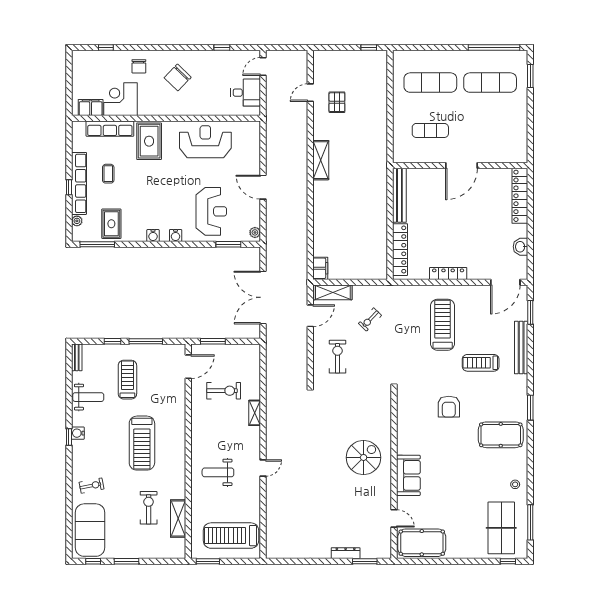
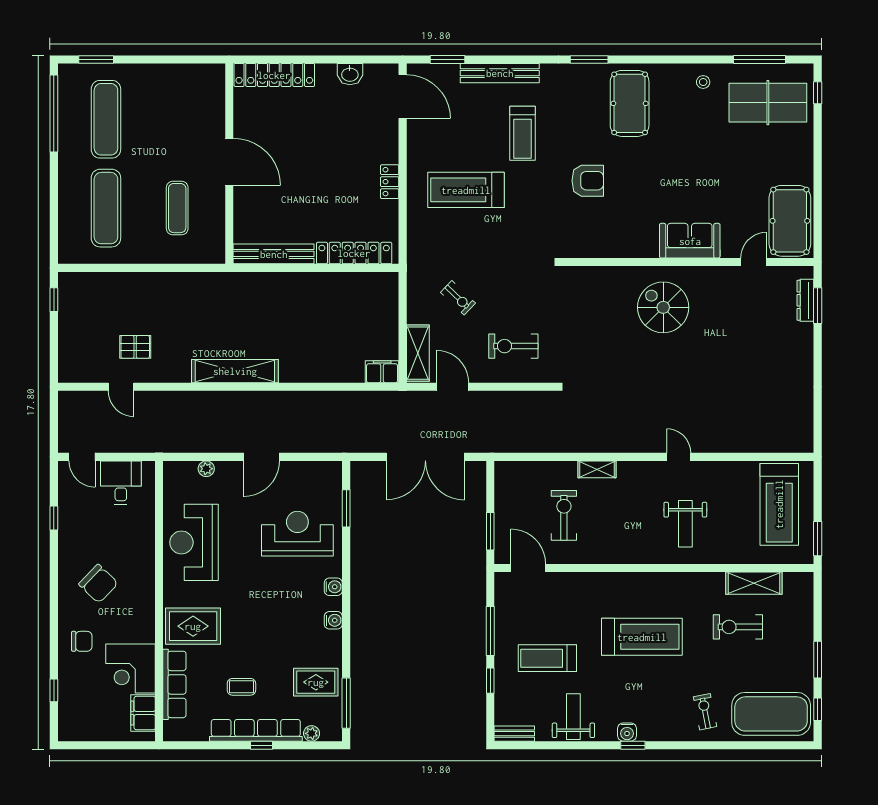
shelving: (321, 160) -> (235, 371), width x1.47
plant: (255, 232) -> (206, 469), moved
locker: (448, 273) -> (390, 182), width x0.66
dresser: (346, 553) -> (805, 300), moved

